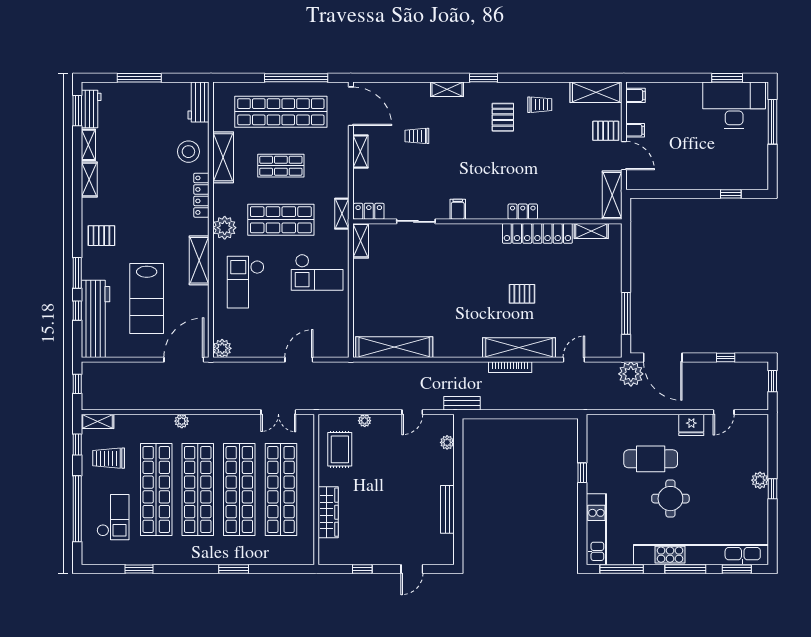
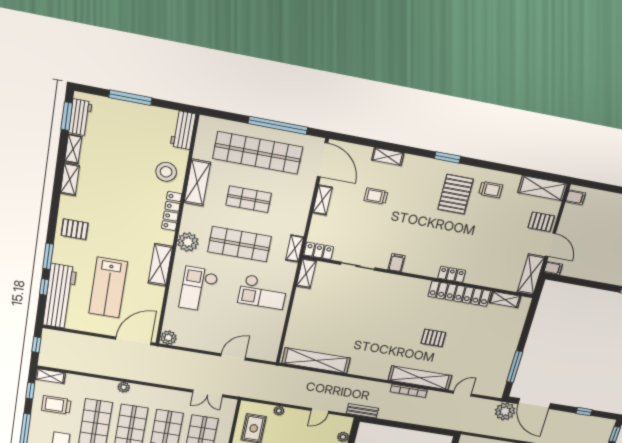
shelving: (447, 89) -> (388, 157), moved
pallet: (503, 117) -> (456, 194), width x1.50, depth x1.42
filing cabinet: (635, 130) -> (553, 268), moved

